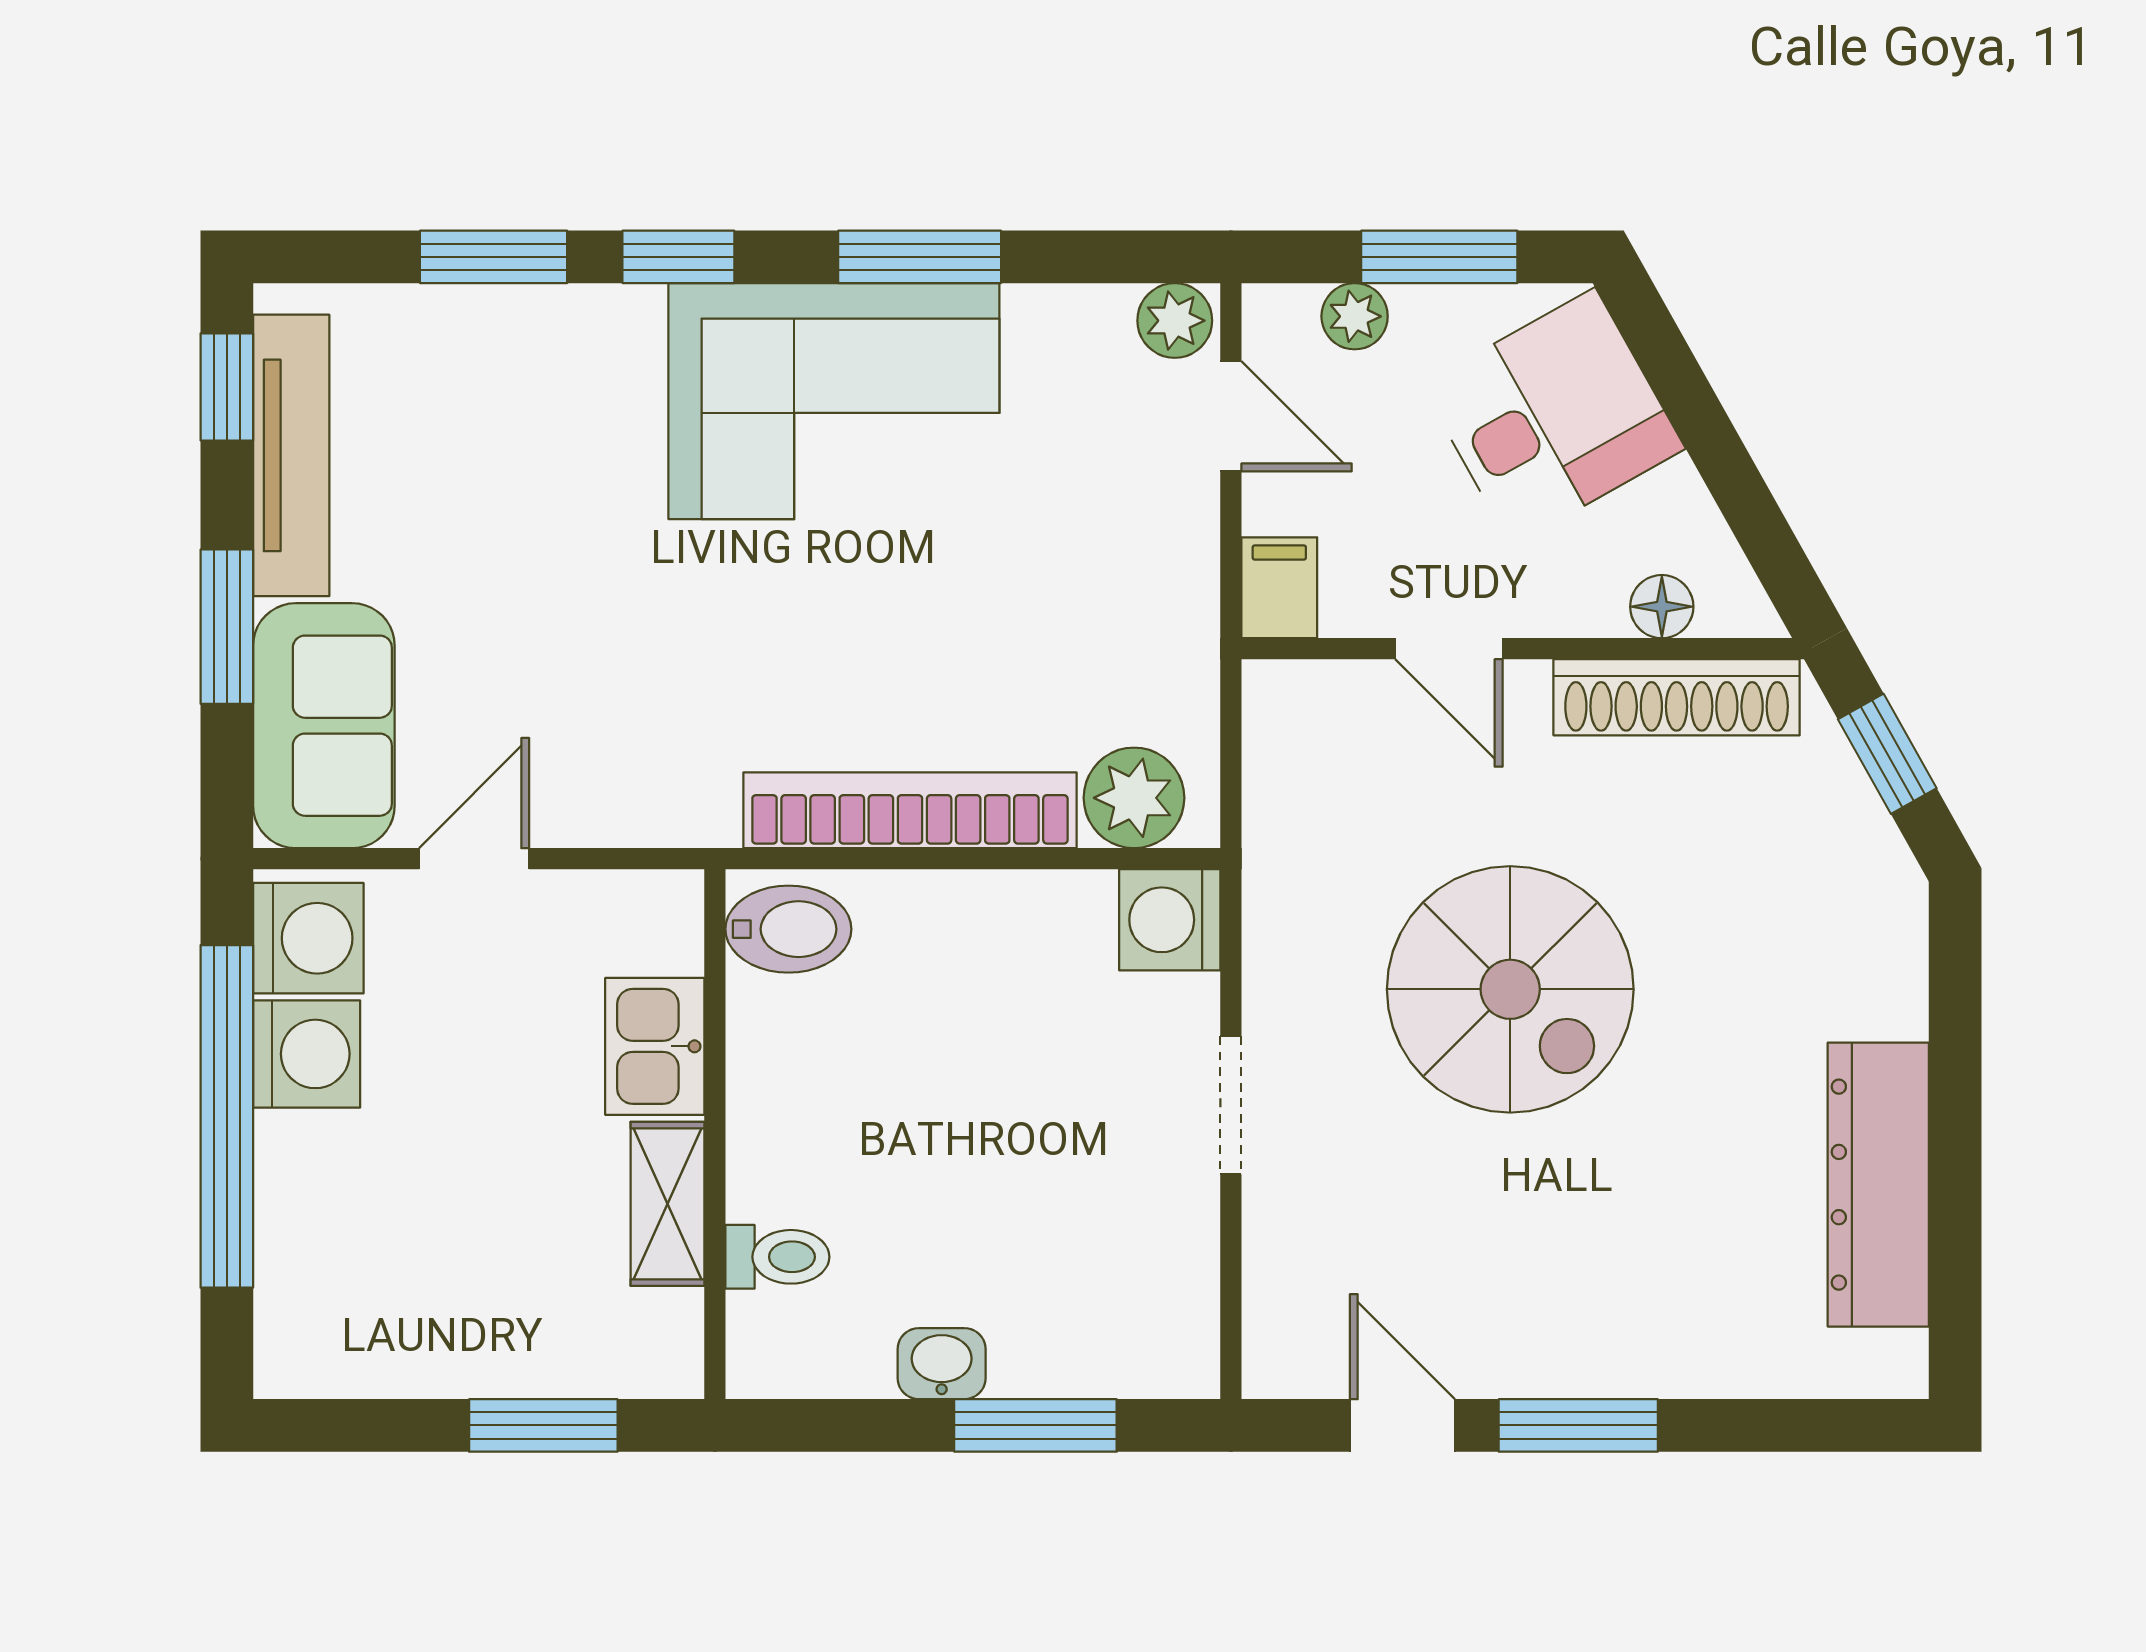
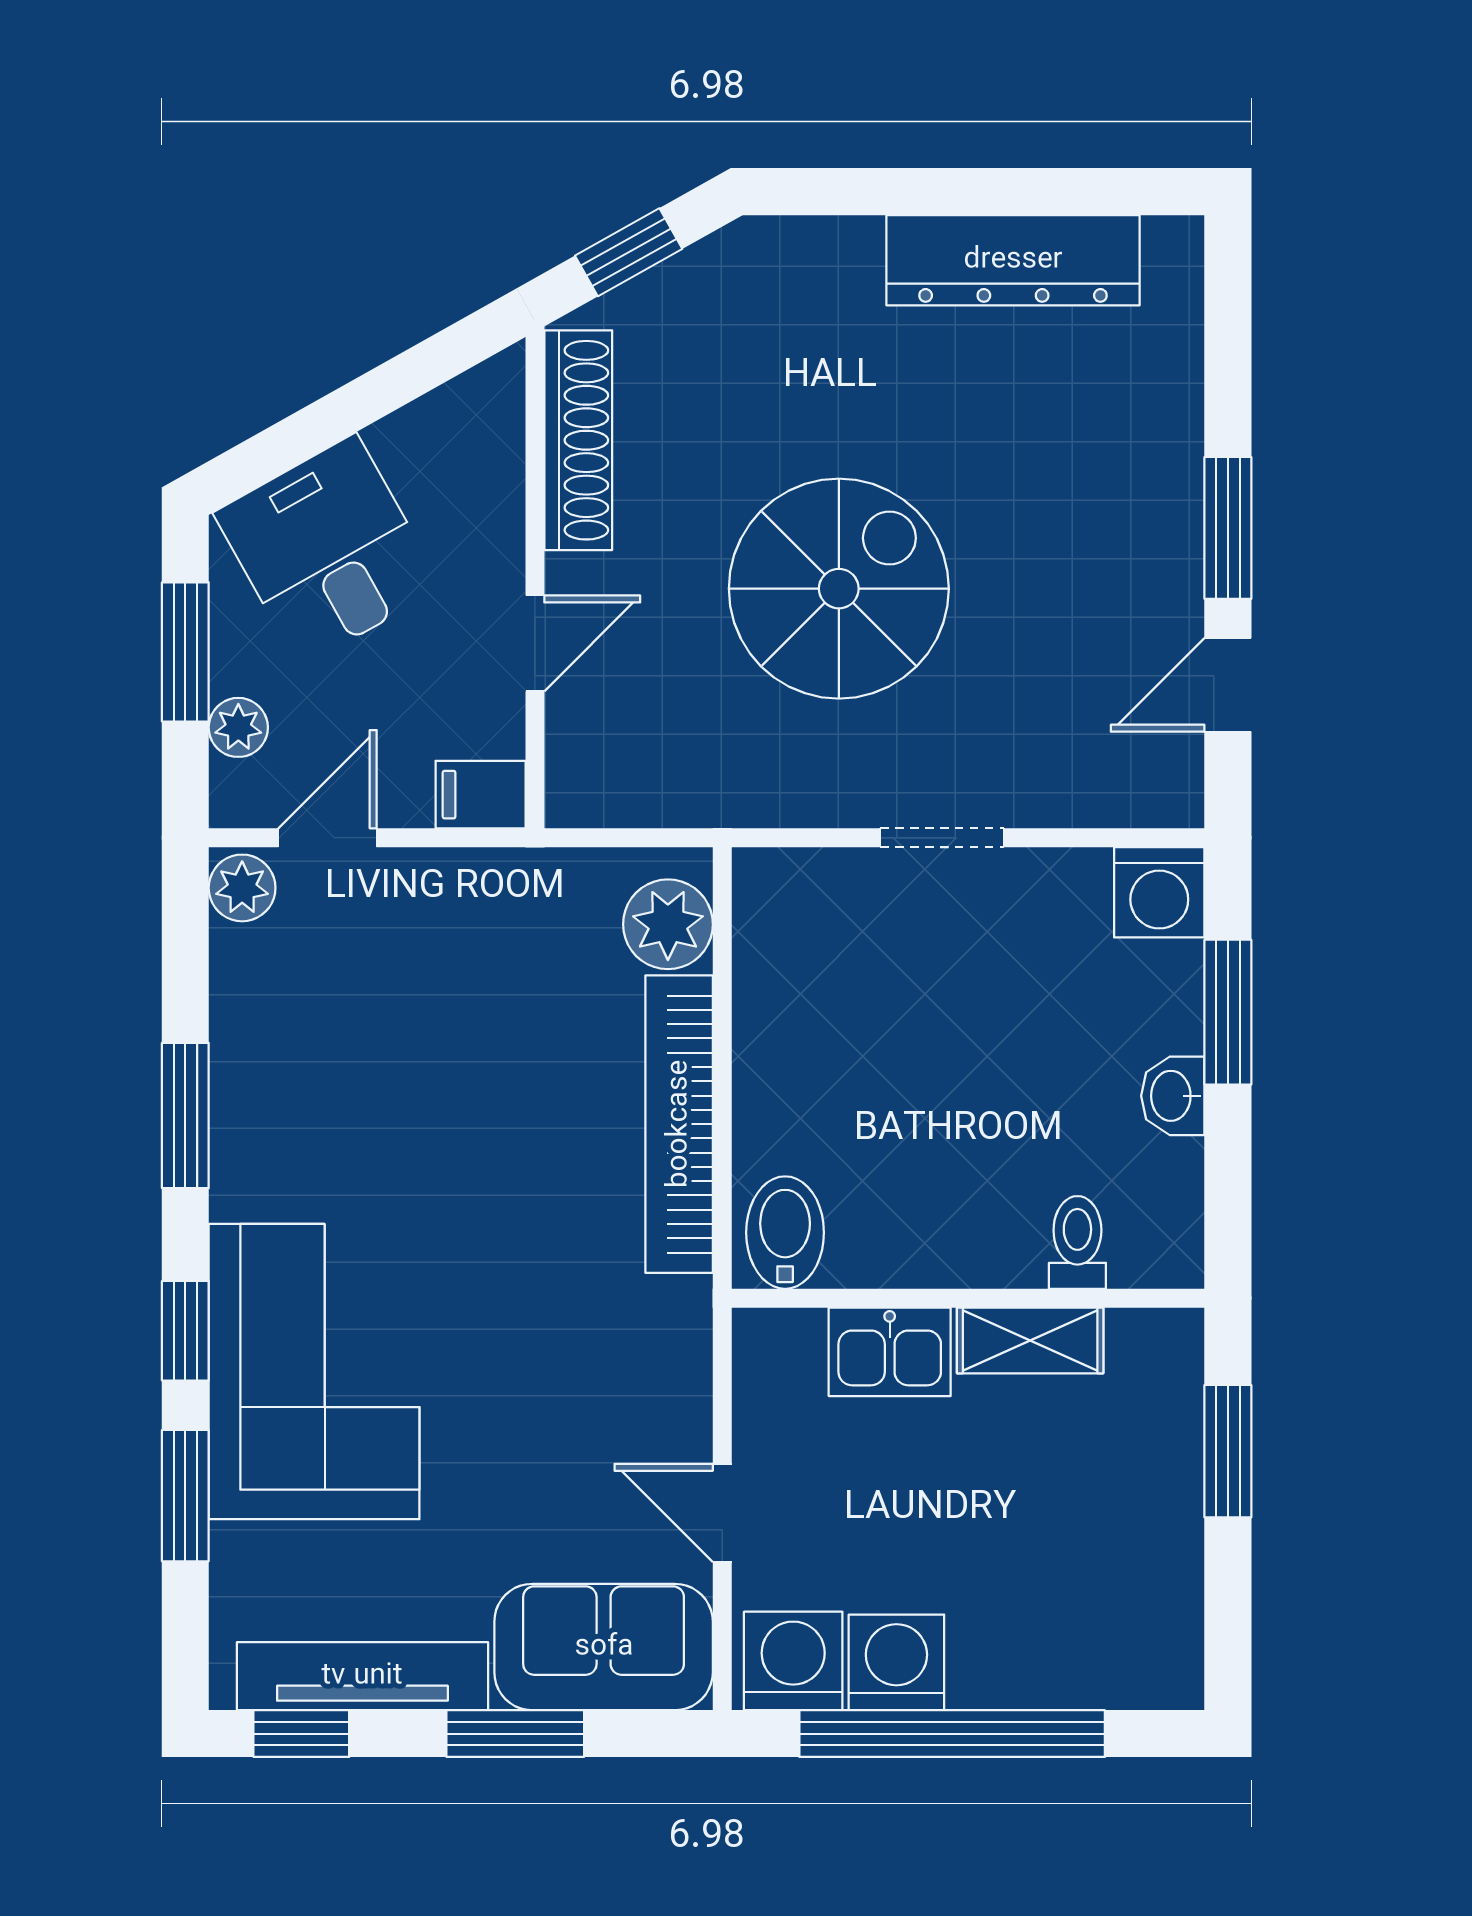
corner sofa: (834, 401) -> (314, 1372), moved
floor lamp: (1662, 607) -> (497, 453), removed
washing machine: (1170, 920) -> (1159, 892), moved

